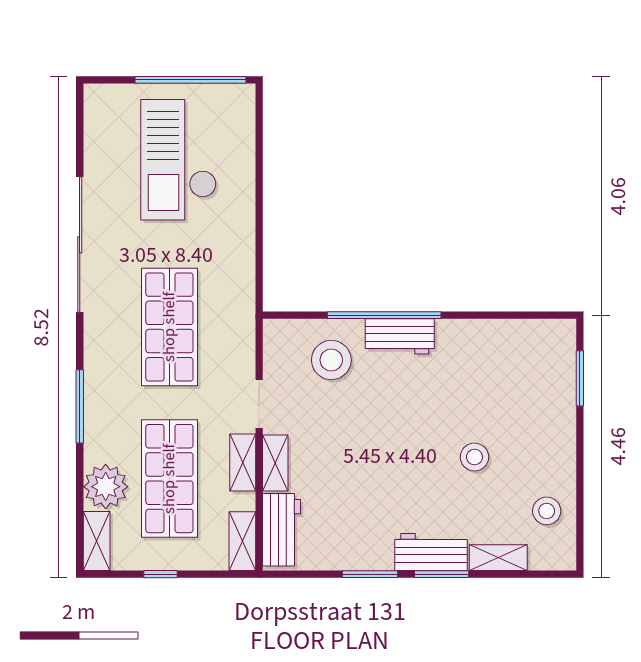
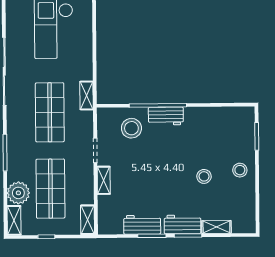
shelving: (243, 463) -> (87, 95), moved
stool: (547, 511) -> (240, 170), moved
workbench: (282, 530) -> (142, 225), moved, turned -90

